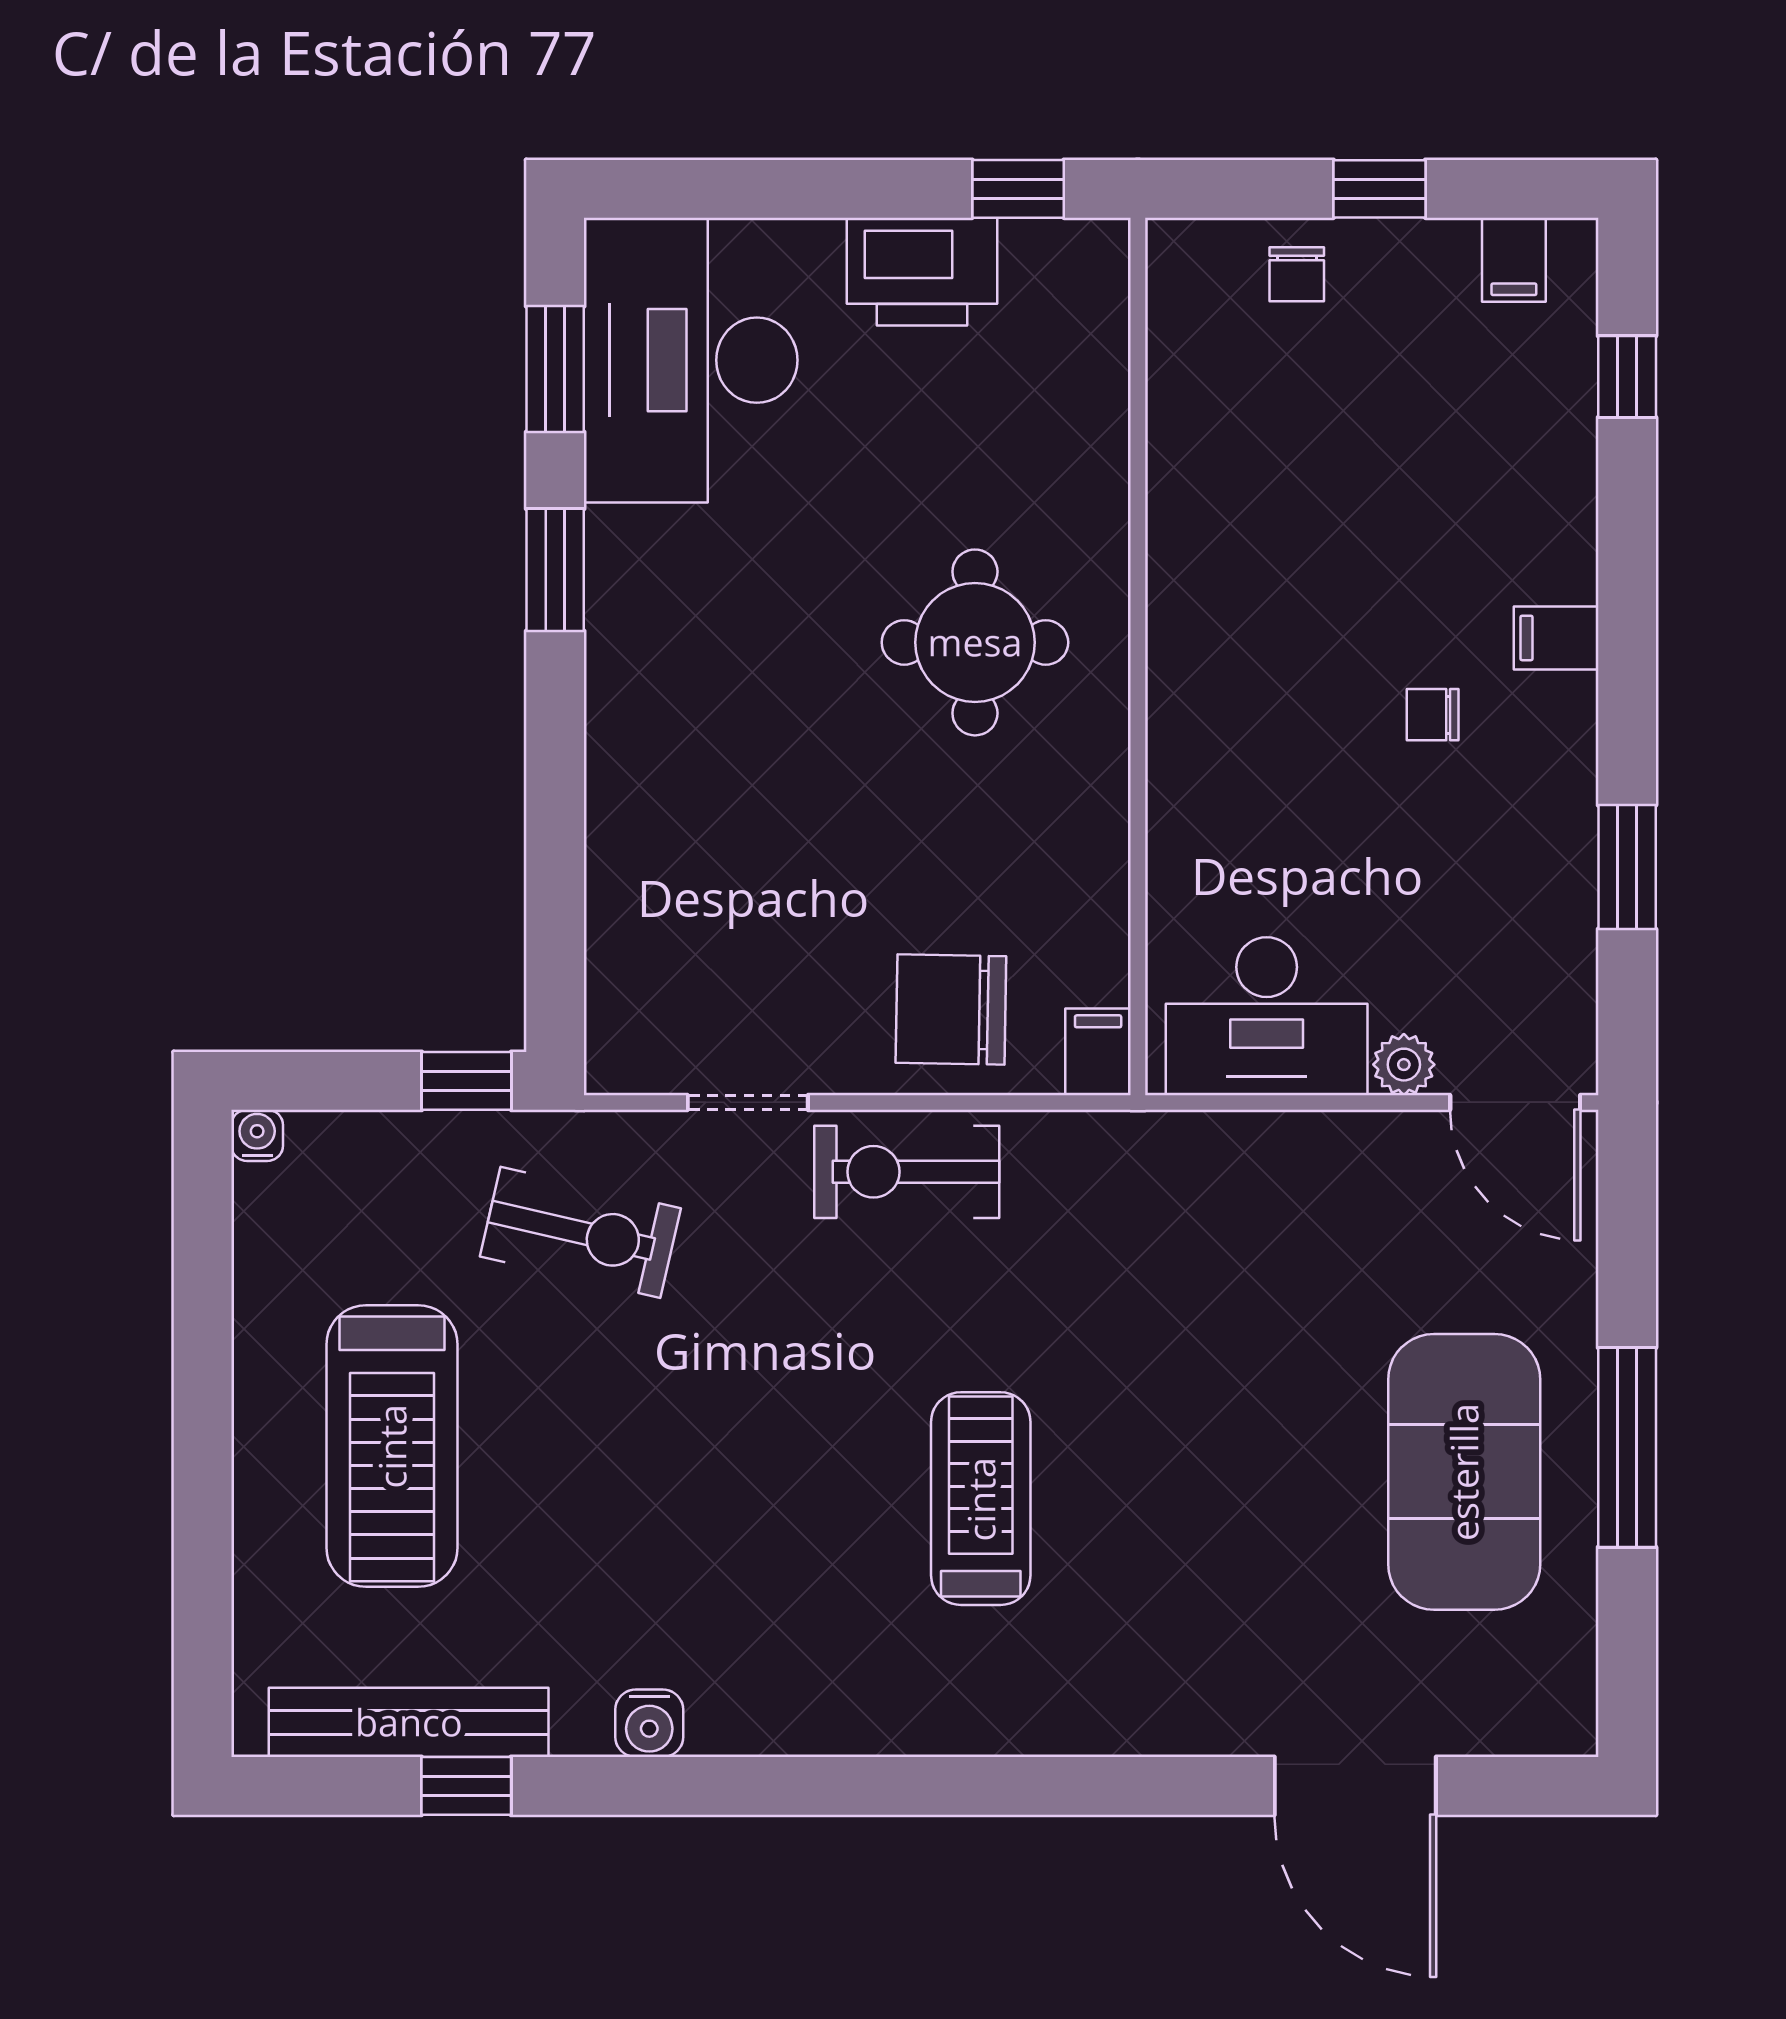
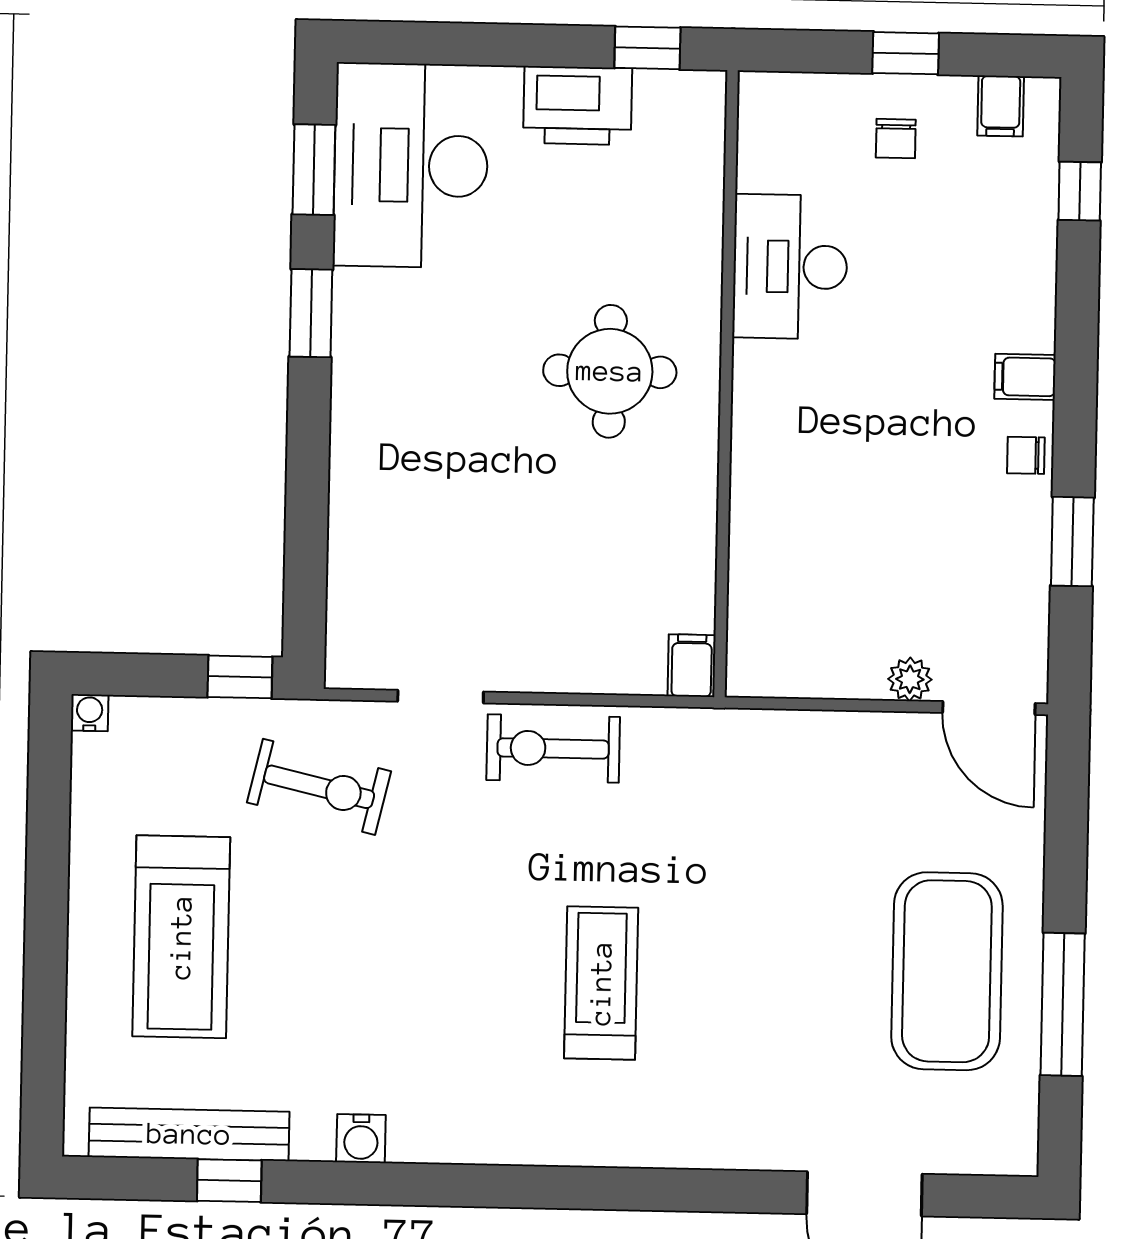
chair: (1297, 274) -> (896, 139), moved
chair: (1433, 715) -> (1026, 455), moved
chair: (951, 1010) -> (587, 633), removed
desk: (1267, 1016) -> (790, 267), moved, turned 90
window: (1627, 1447) -> (1063, 1004), moved

